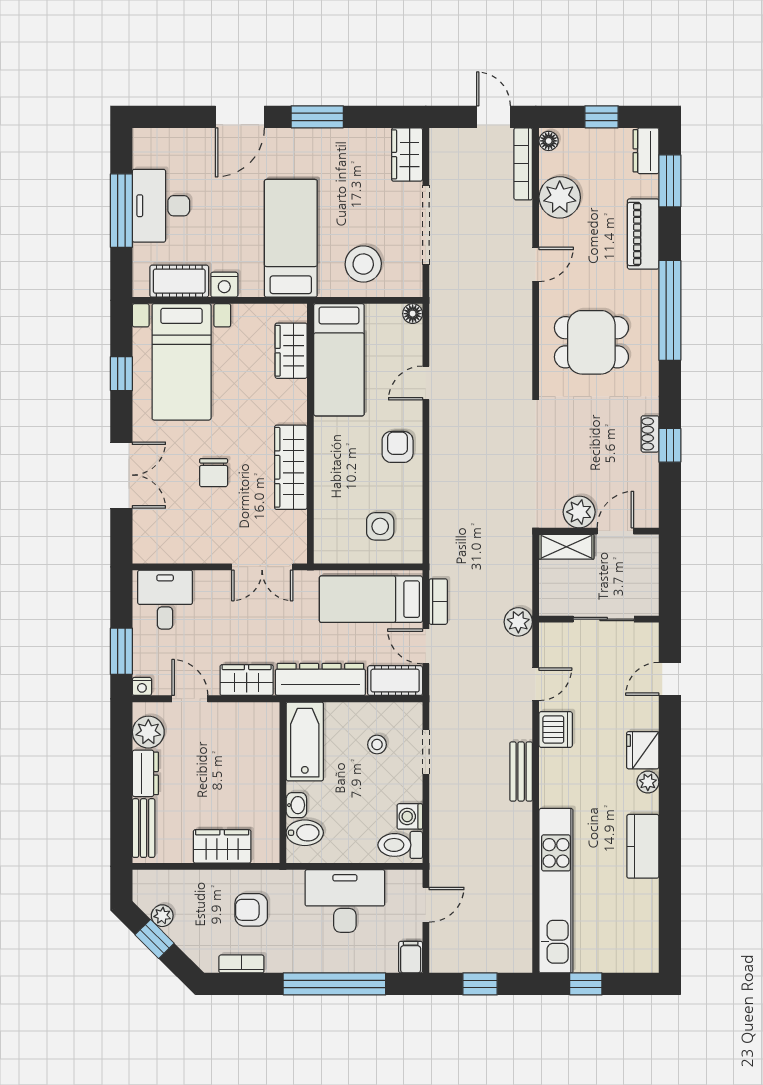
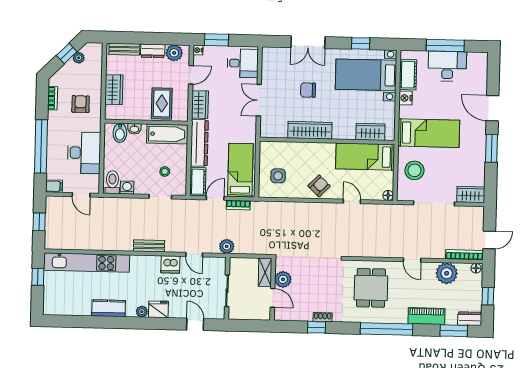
armchair: (398, 447) -> (319, 186), turned -46
double door: (262, 567) -> (259, 100), moved
rug: (246, 754) -> (162, 103), added

